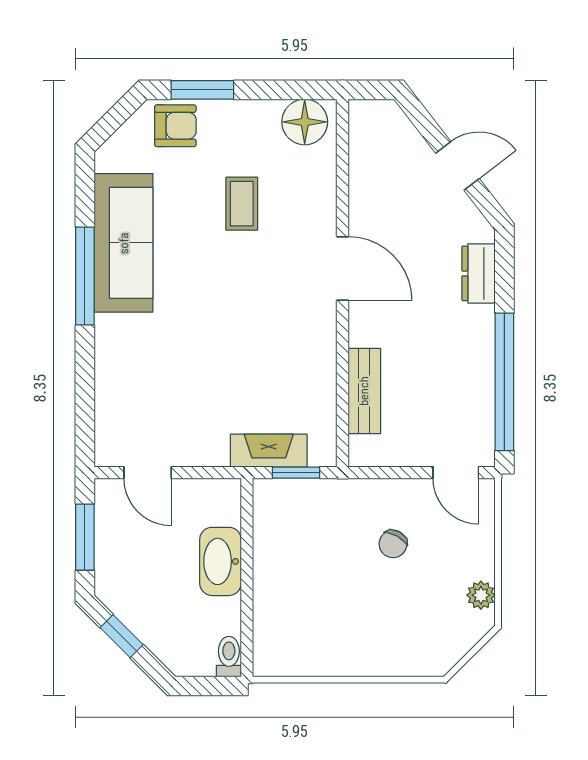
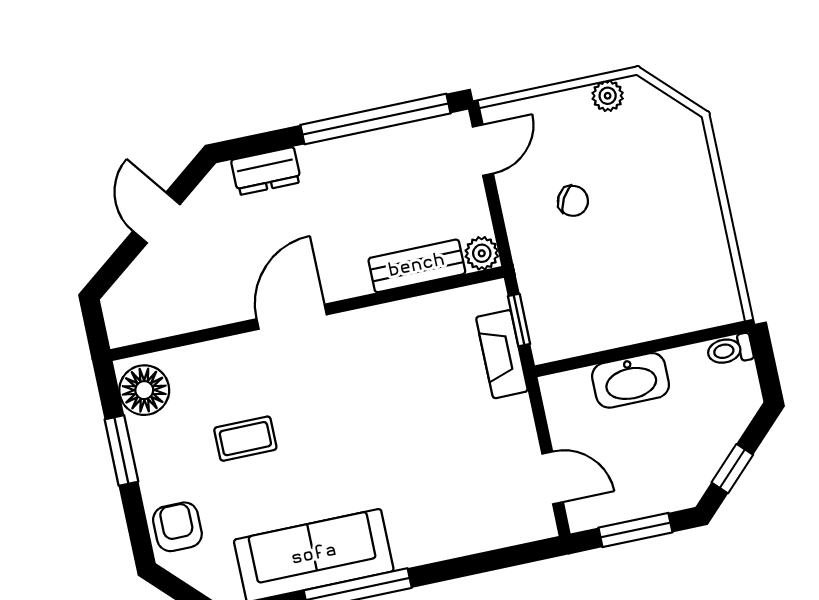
window: (202, 90) -> (121, 451), moved
plant: (363, 452) -> (482, 253), added
door: (148, 473) -> (553, 478), hinge flipped

